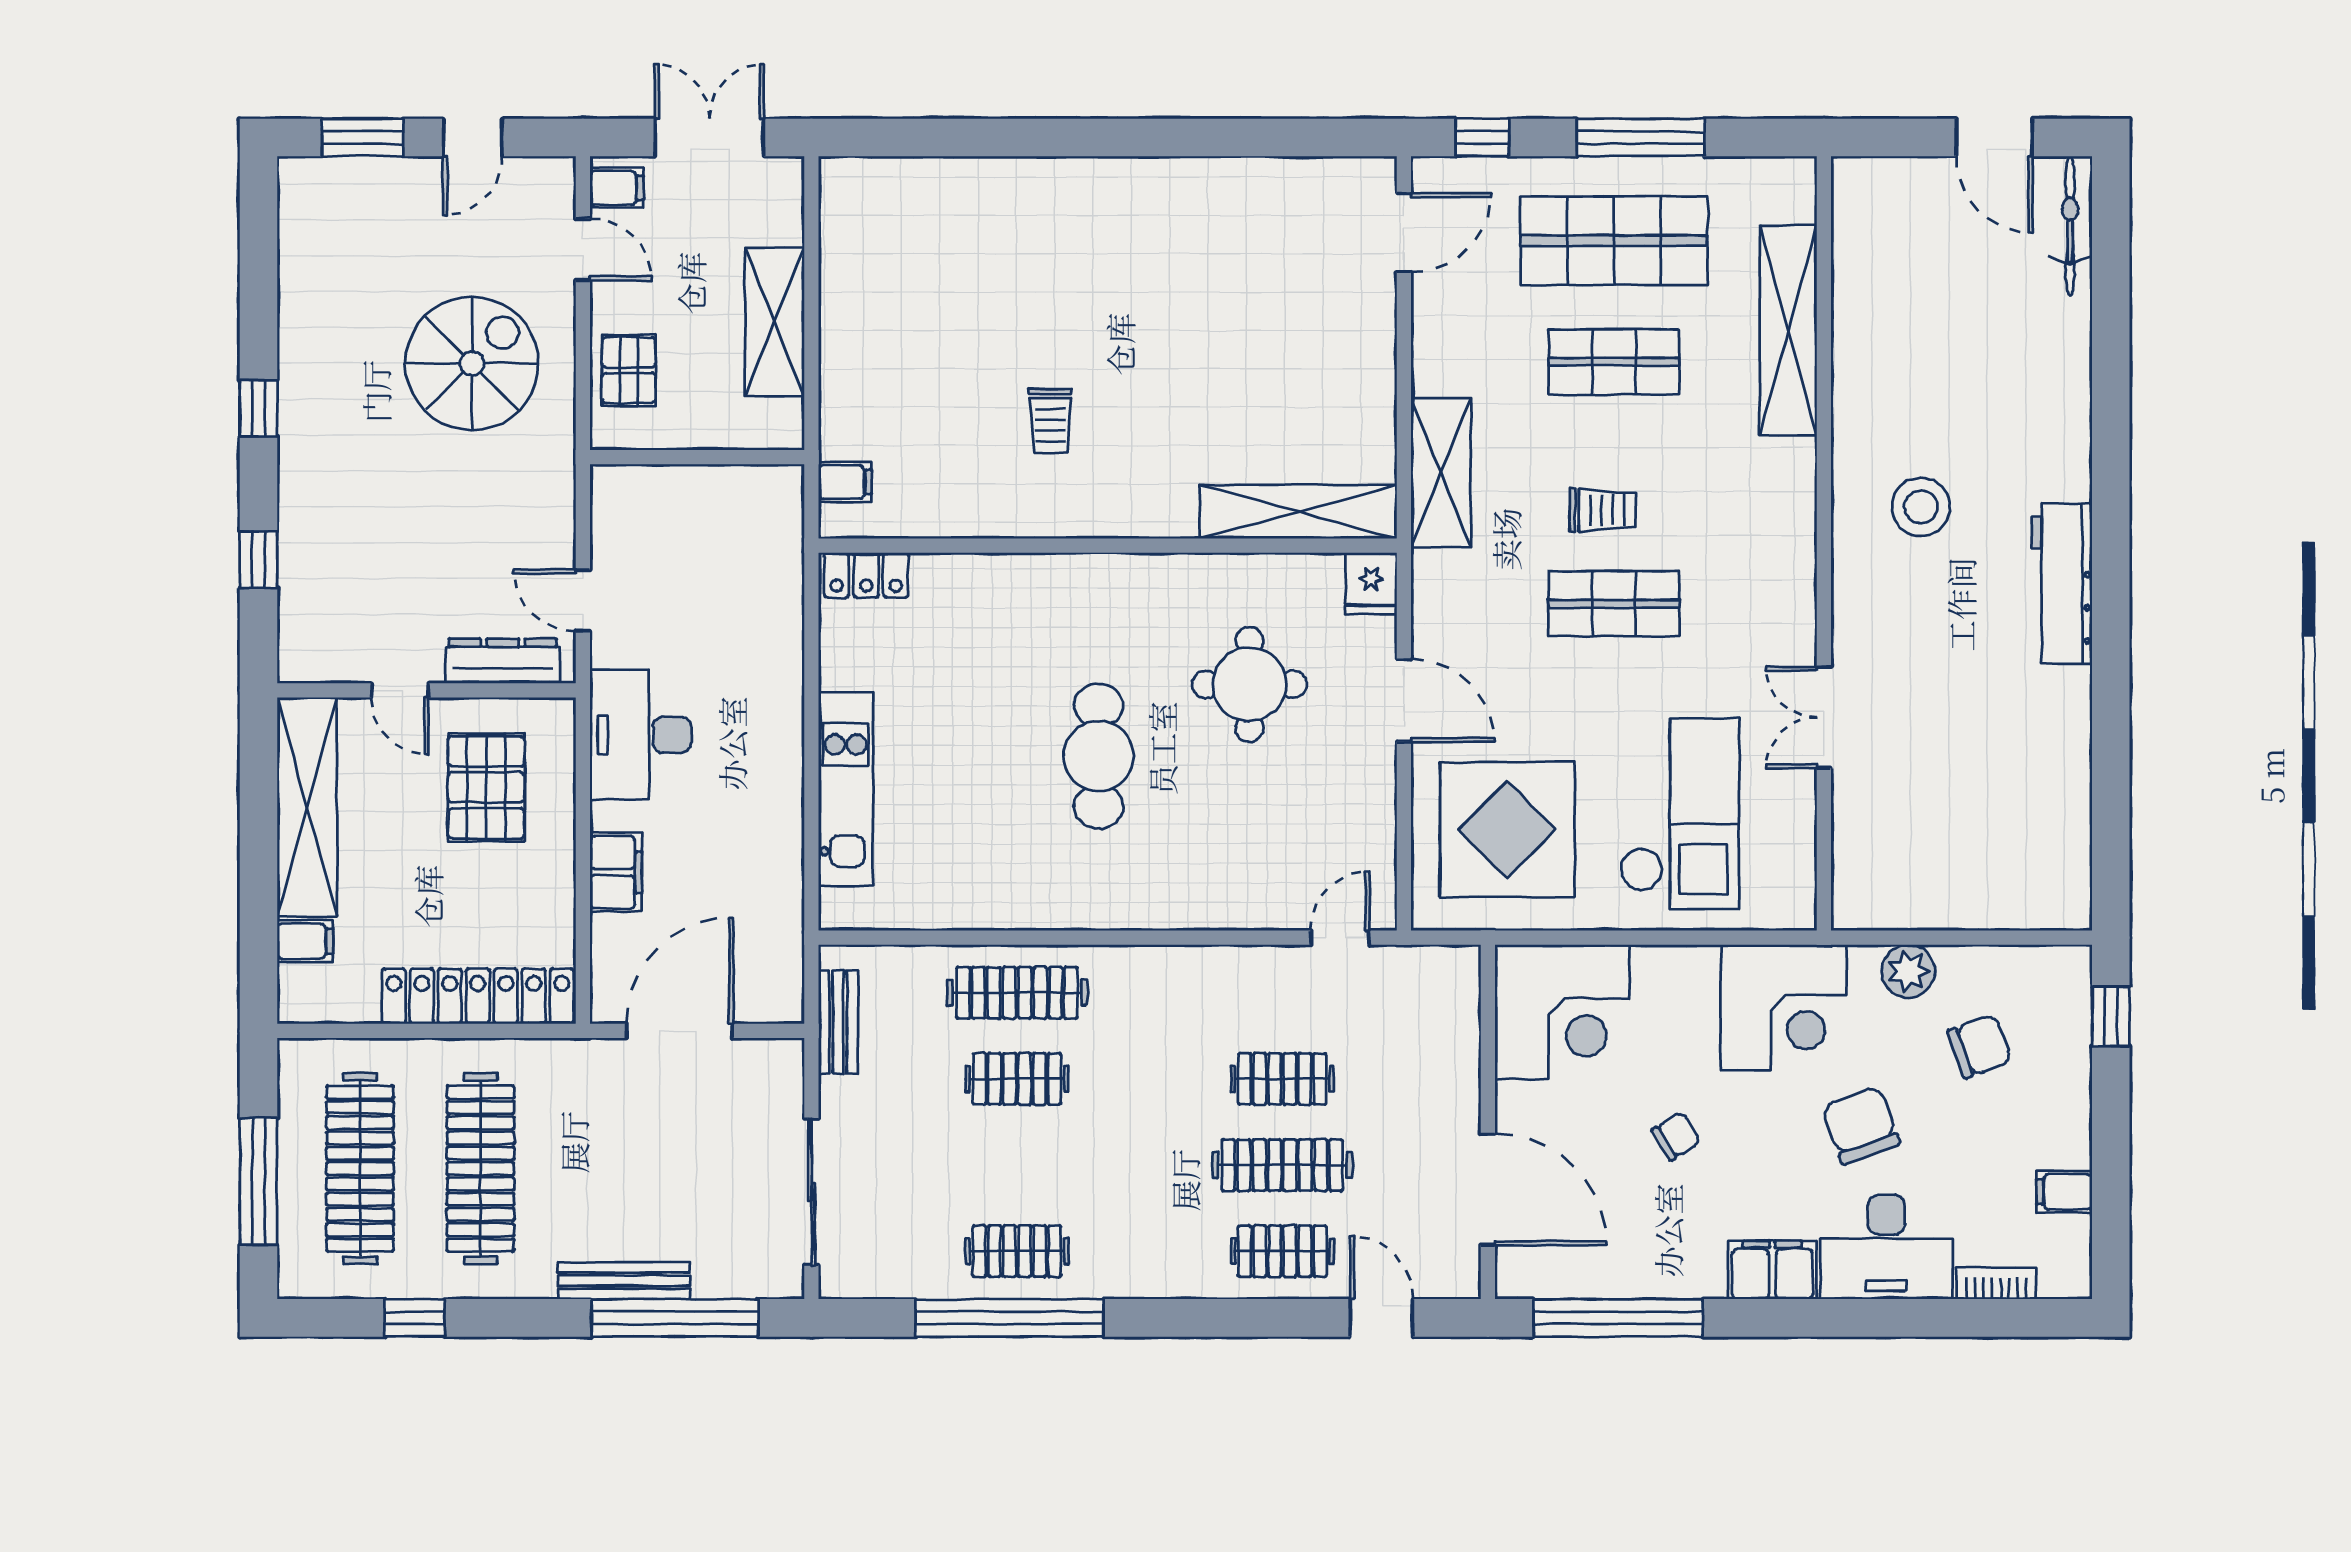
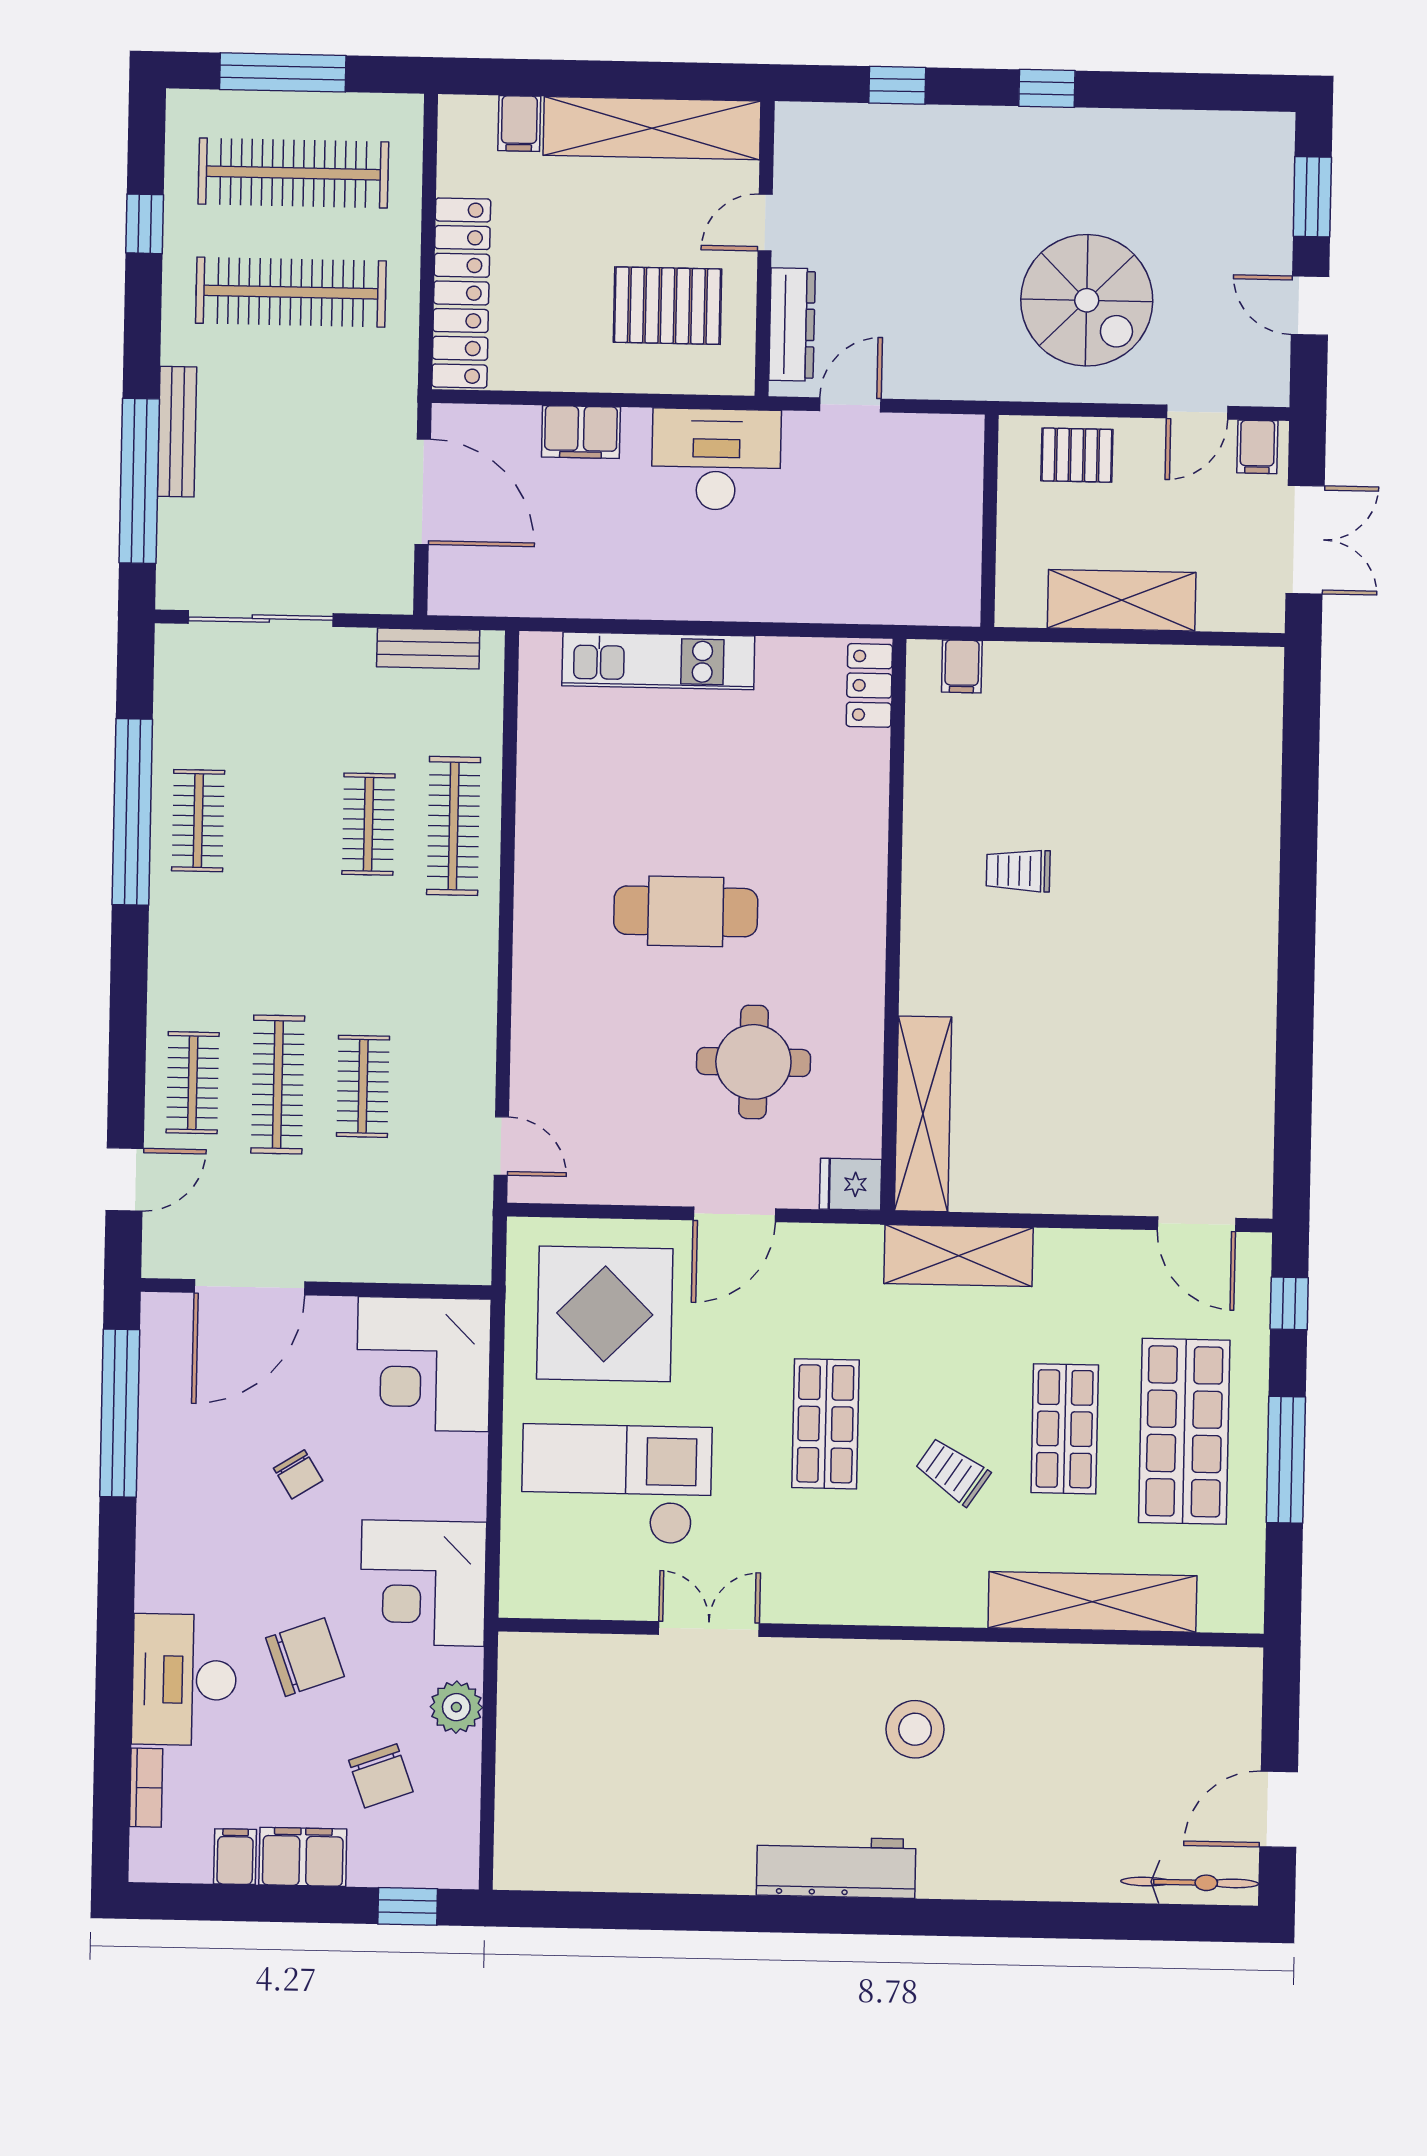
trolley: (1603, 510) -> (953, 1472), moved, turned 124
checkout: (1679, 814) -> (616, 1484), turned 180
filing cabinet: (1772, 1270) -> (303, 1857), moved, turned -90

